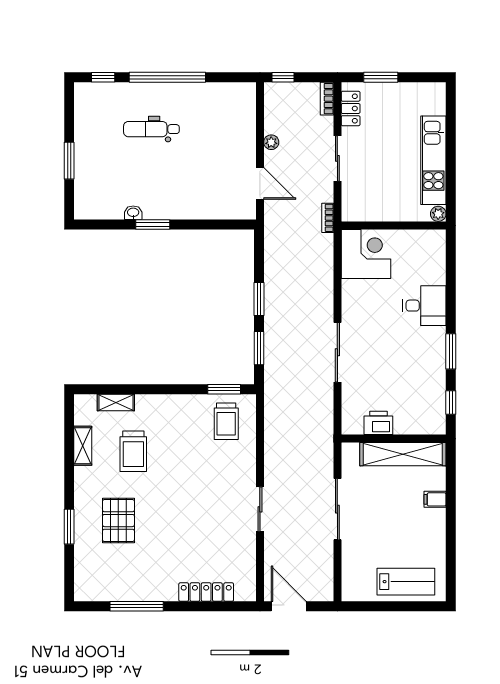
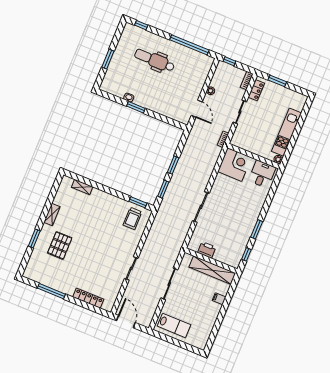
window: (167, 77) -> (189, 45), moved
dental chair: (151, 129) -> (155, 60), width x1.36, depth x1.38
desk: (424, 306) -> (262, 174), moved, turned -90
shelving: (83, 446) -> (52, 215), moved
trolley: (133, 451) -> (81, 214), removed
lab bench: (406, 582) -> (174, 325), moved

